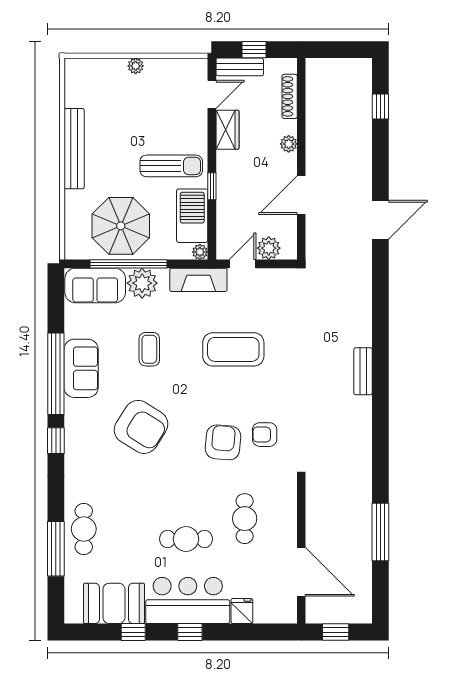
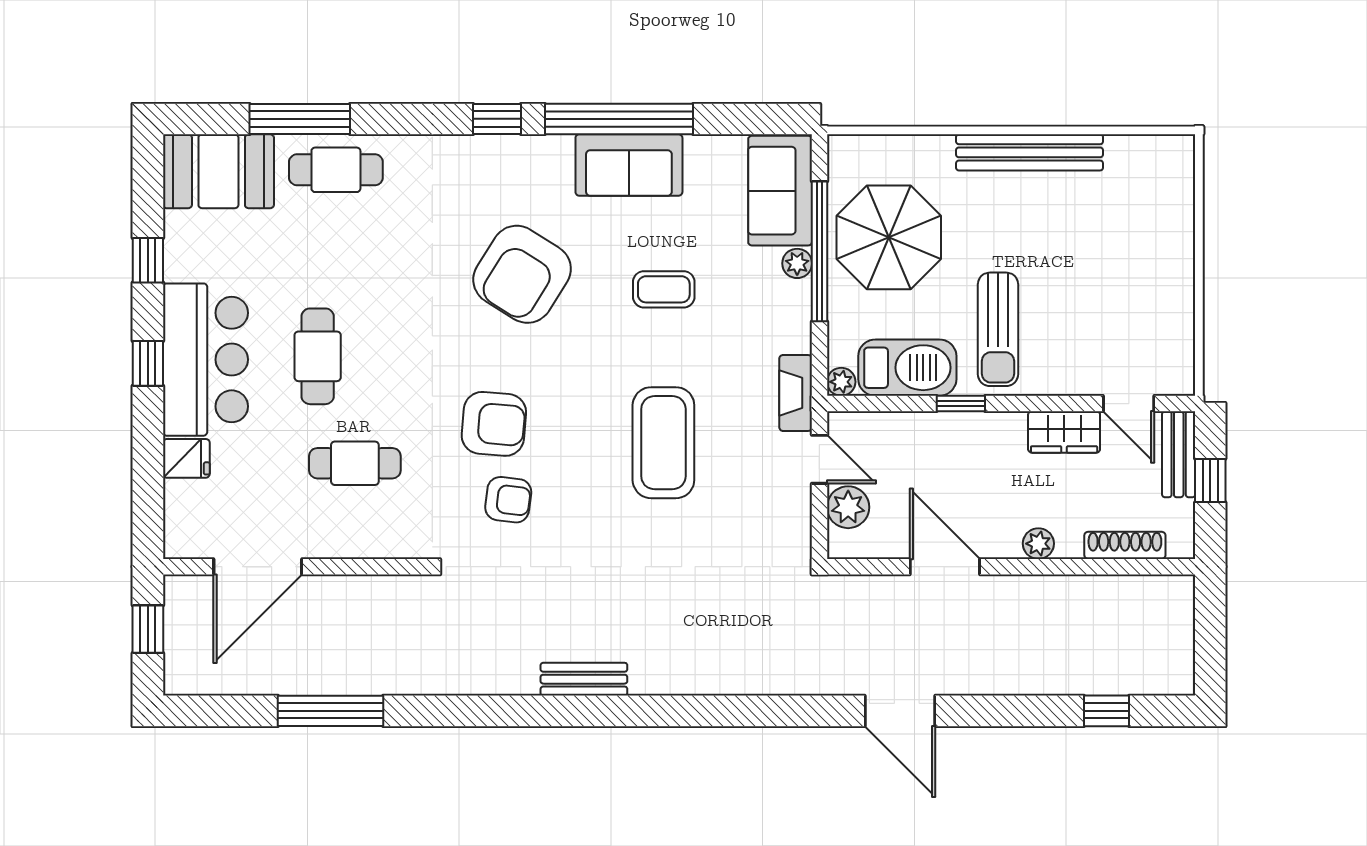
plant: (136, 66) -> (1181, 264), removed
fireplace: (198, 280) -> (796, 393), width x0.73, depth x0.76
plant: (142, 283) -> (797, 263), width x0.53, depth x0.53
bench: (363, 371) -> (584, 679), moved
armchair: (265, 435) -> (508, 500), turned 97
booth: (114, 603) -> (218, 171), moved, turned 90

